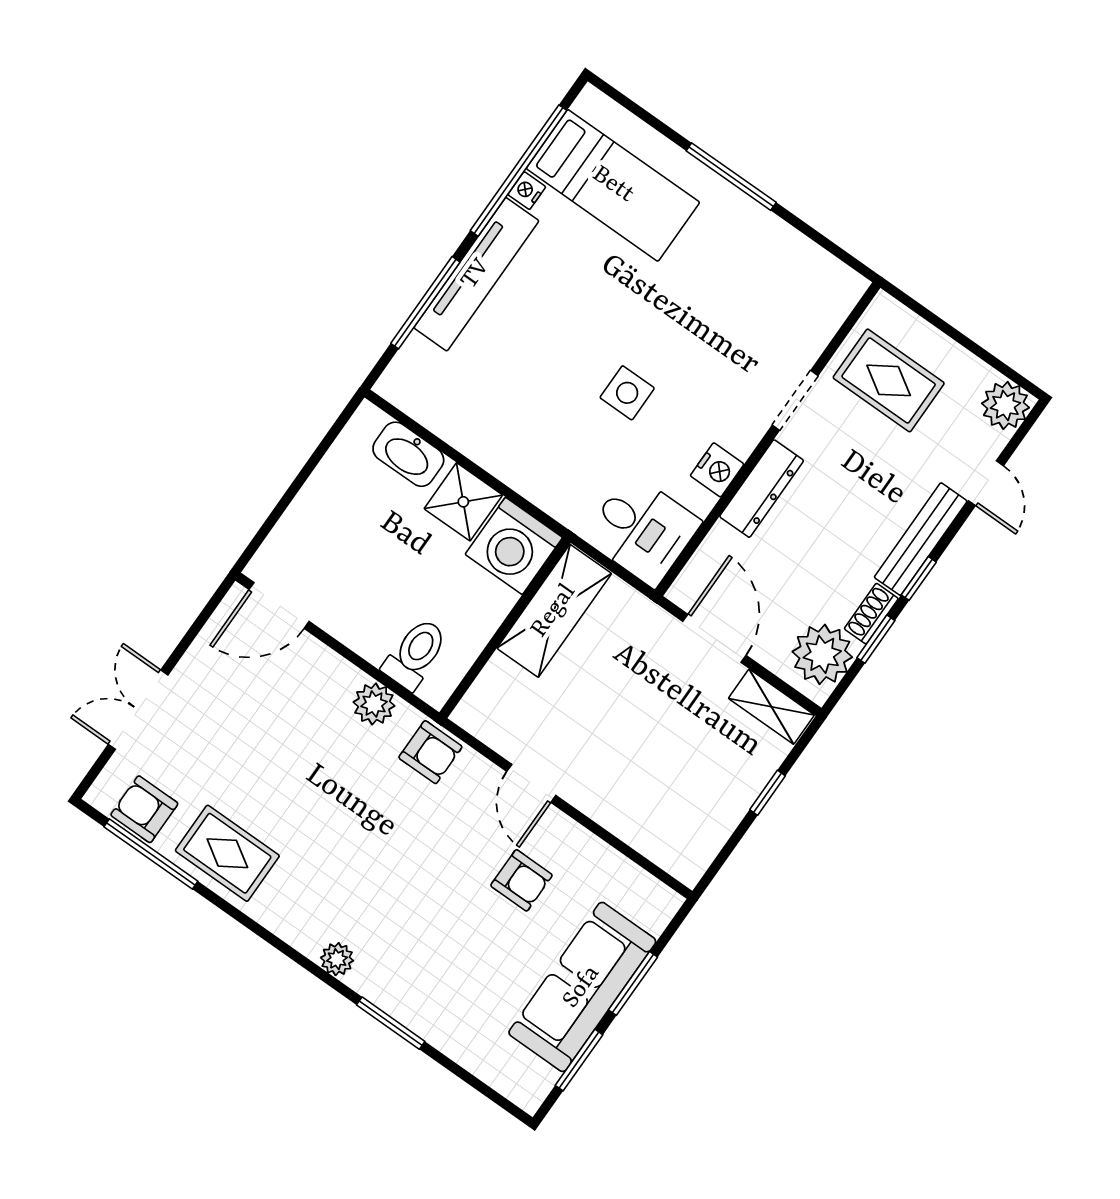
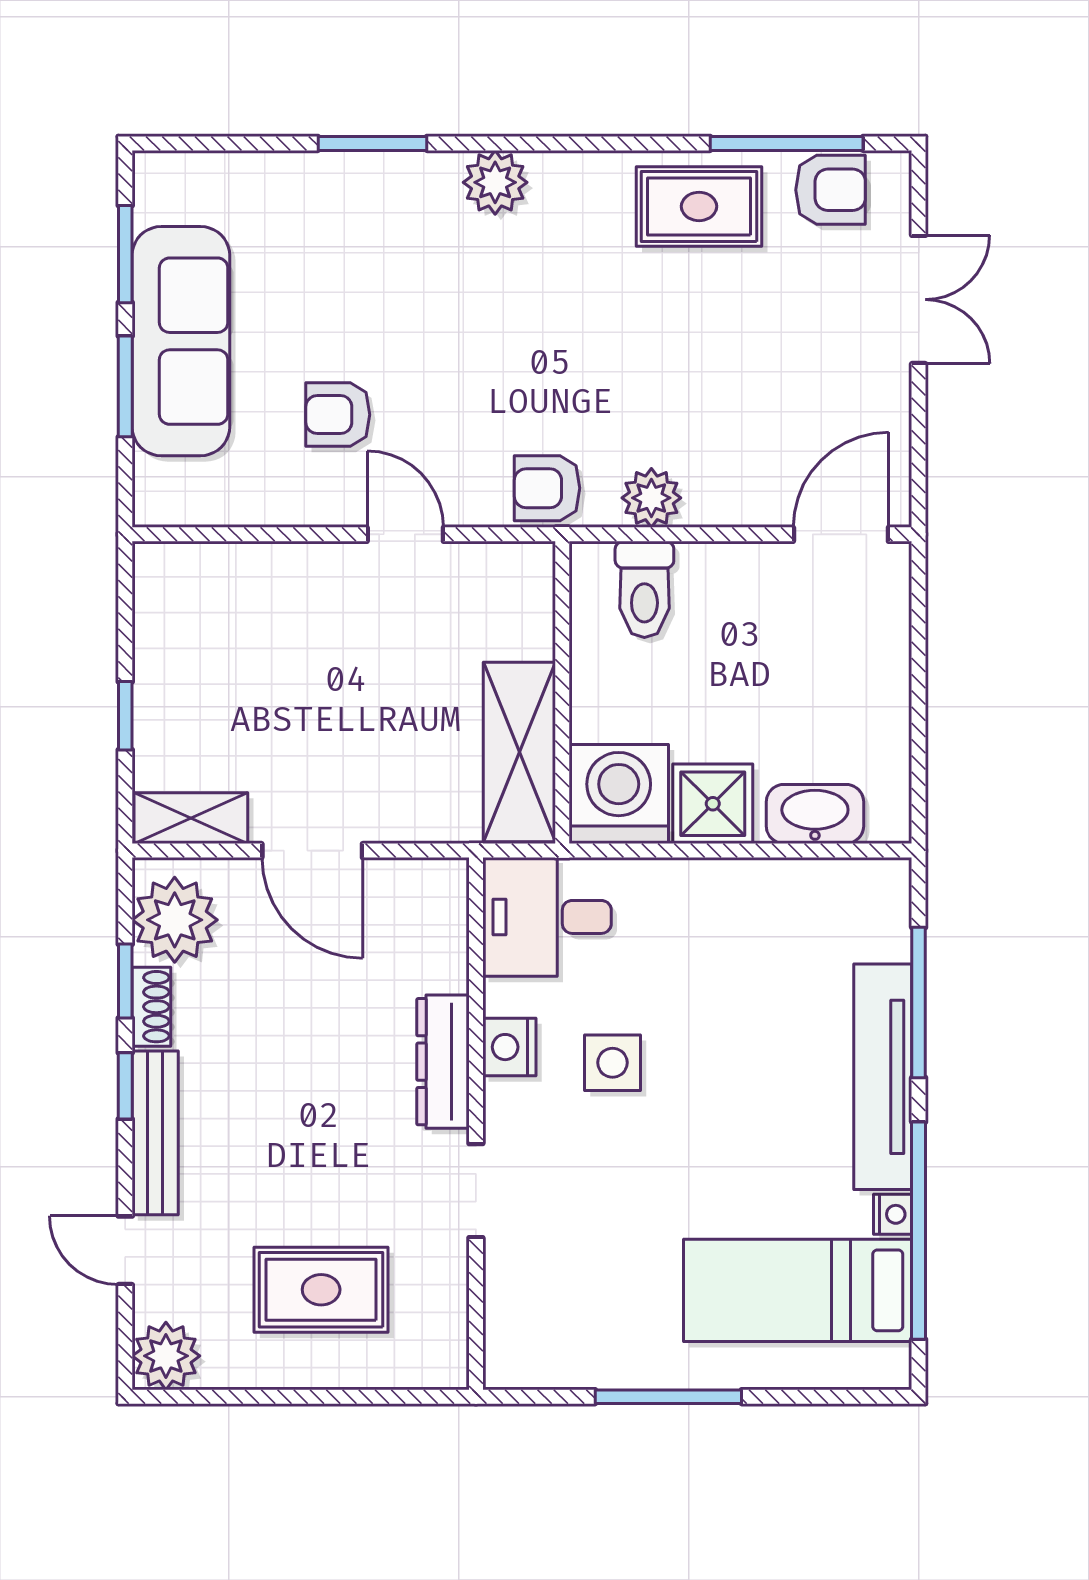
doorway: (795, 400) -> (476, 1191), moved
wall: (768, 439) -> (476, 1124), moved
nightstand: (717, 470) -> (509, 1047), moved
dresser: (762, 489) -> (443, 1062), moved
desk: (642, 530) -> (547, 917), moved
plant: (337, 959) -> (495, 182), width x1.38, depth x1.38

